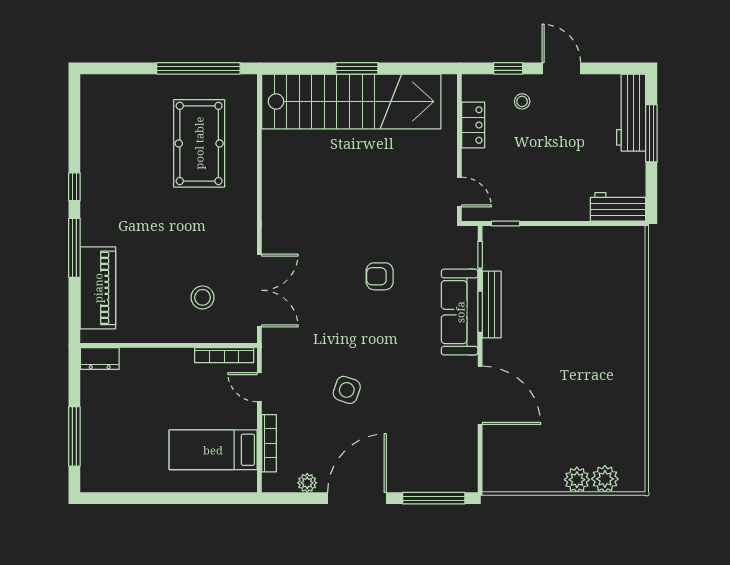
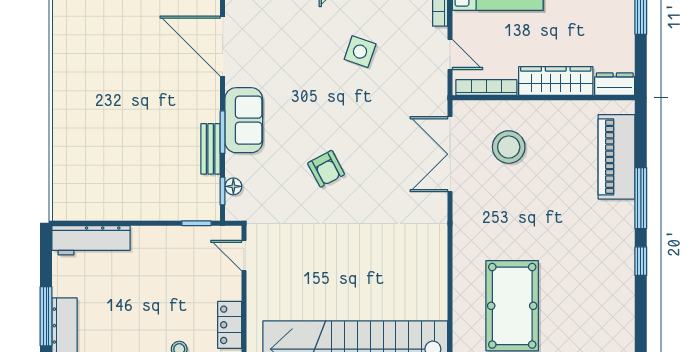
workbench: (618, 207) -> (91, 240), width x1.38
floor lamp: (470, 259) -> (233, 186), added
armchair: (380, 276) -> (326, 169), turned 62
stool: (203, 297) -> (509, 147), width x1.38, depth x1.38
bench: (492, 305) -> (211, 149), width x0.73
sofa: (460, 312) -> (244, 120), width x0.73
wardrobe: (157, 362) -> (556, 81), added

